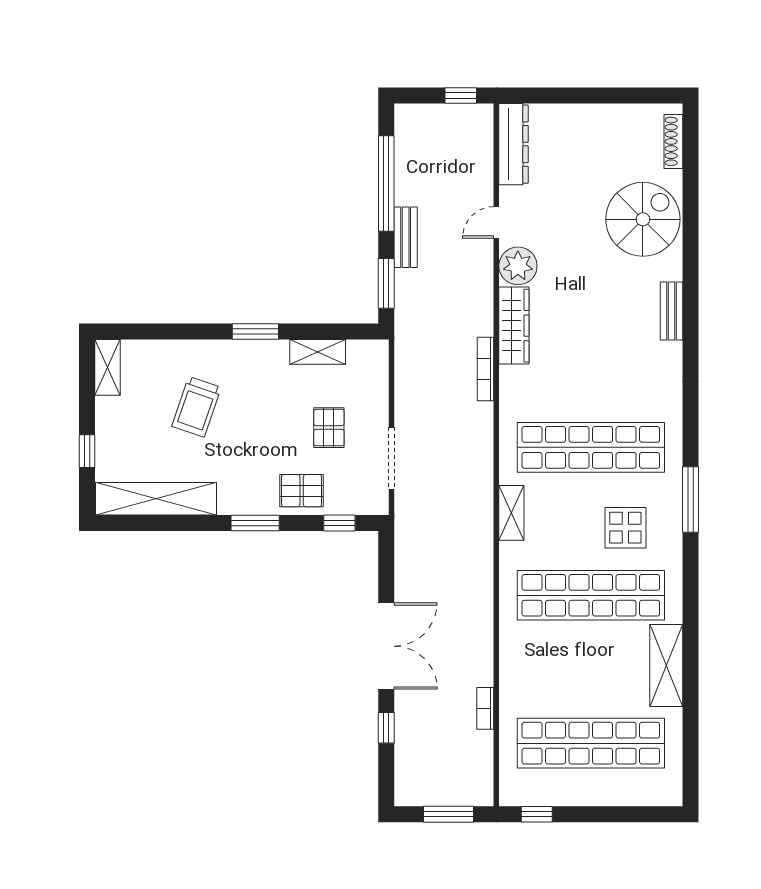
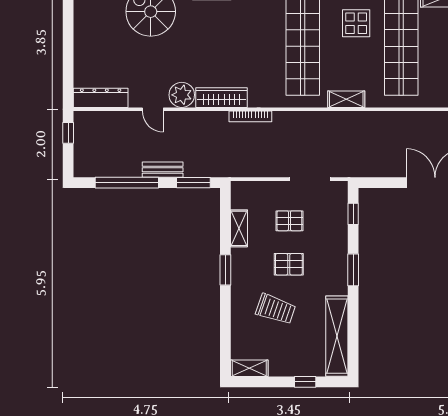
pallet: (302, 491) -> (289, 264), moved, turned 90

